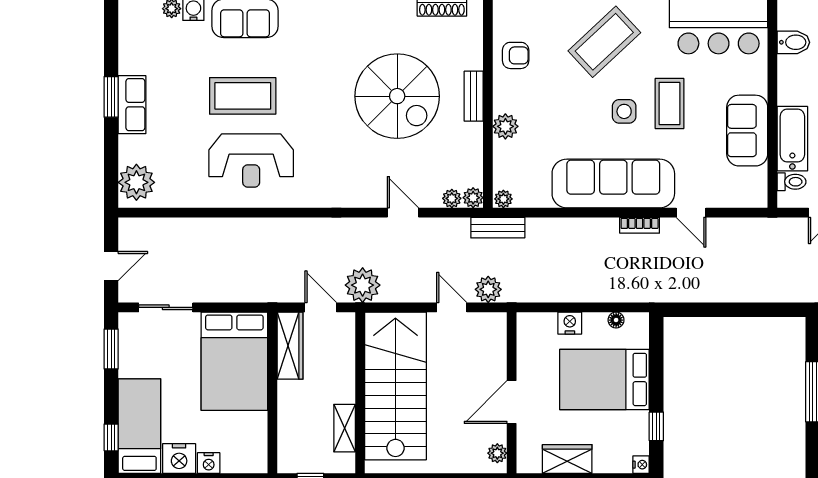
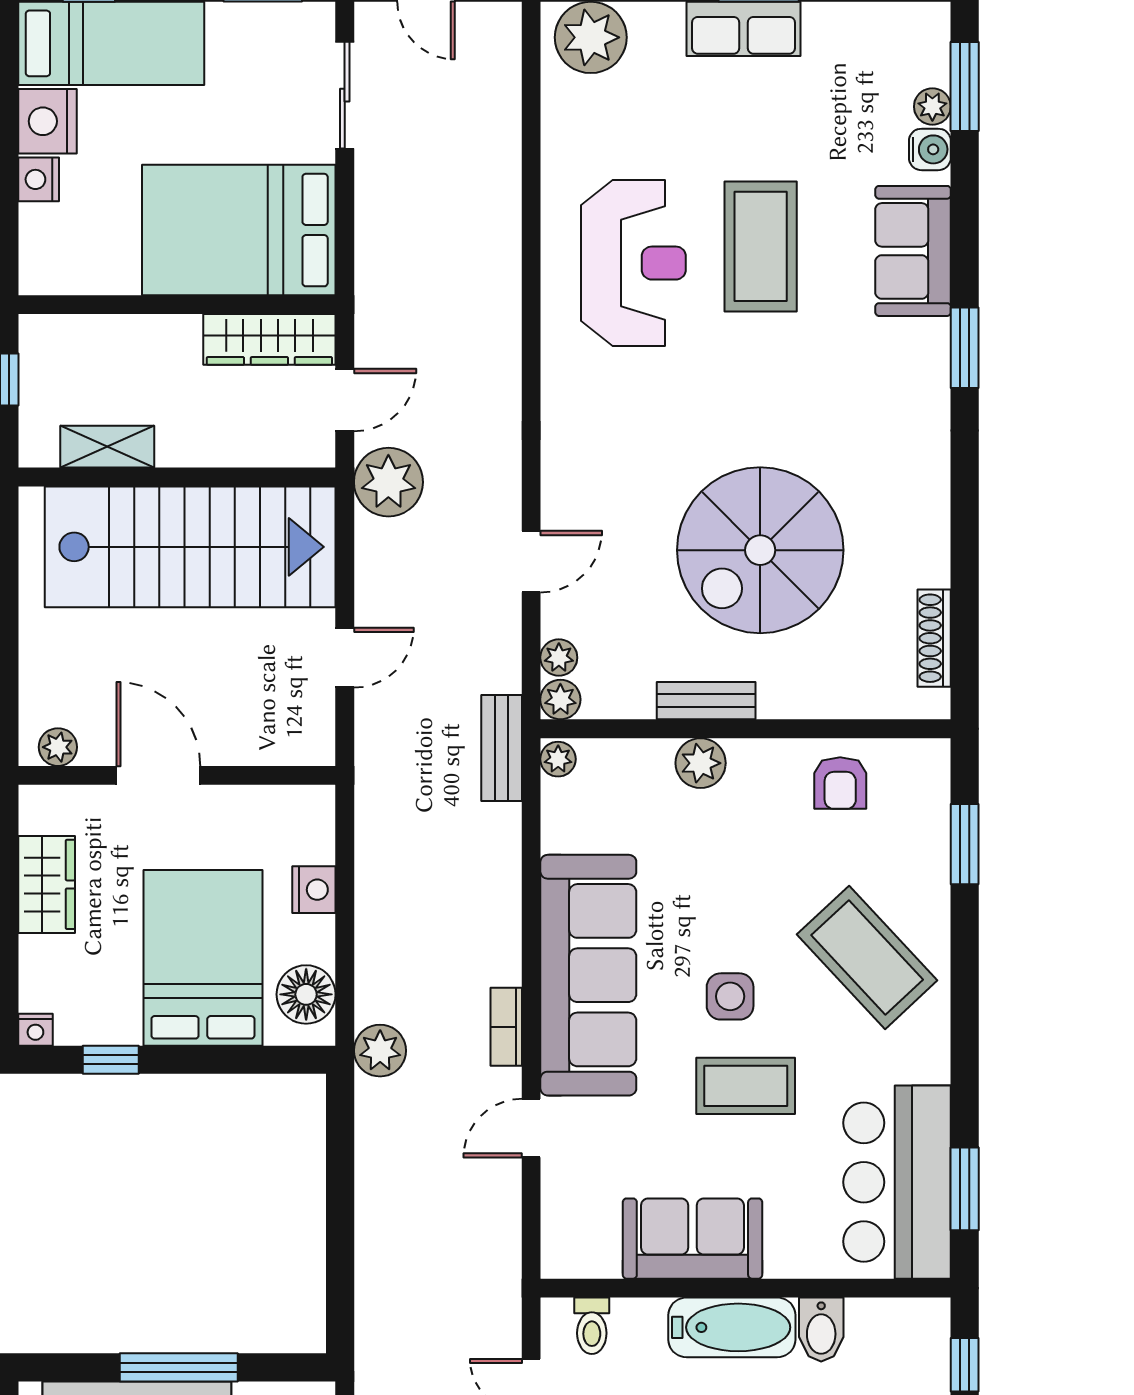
bidet: (793, 42) -> (821, 1330), moved
bench: (474, 96) -> (706, 701), moved
bathtub: (792, 139) -> (732, 1327), moved
reception desk: (251, 161) -> (633, 263), turned 180
plant: (488, 289) -> (380, 1051), moved
floor lamp: (616, 320) -> (306, 994), width x1.89, depth x1.89

